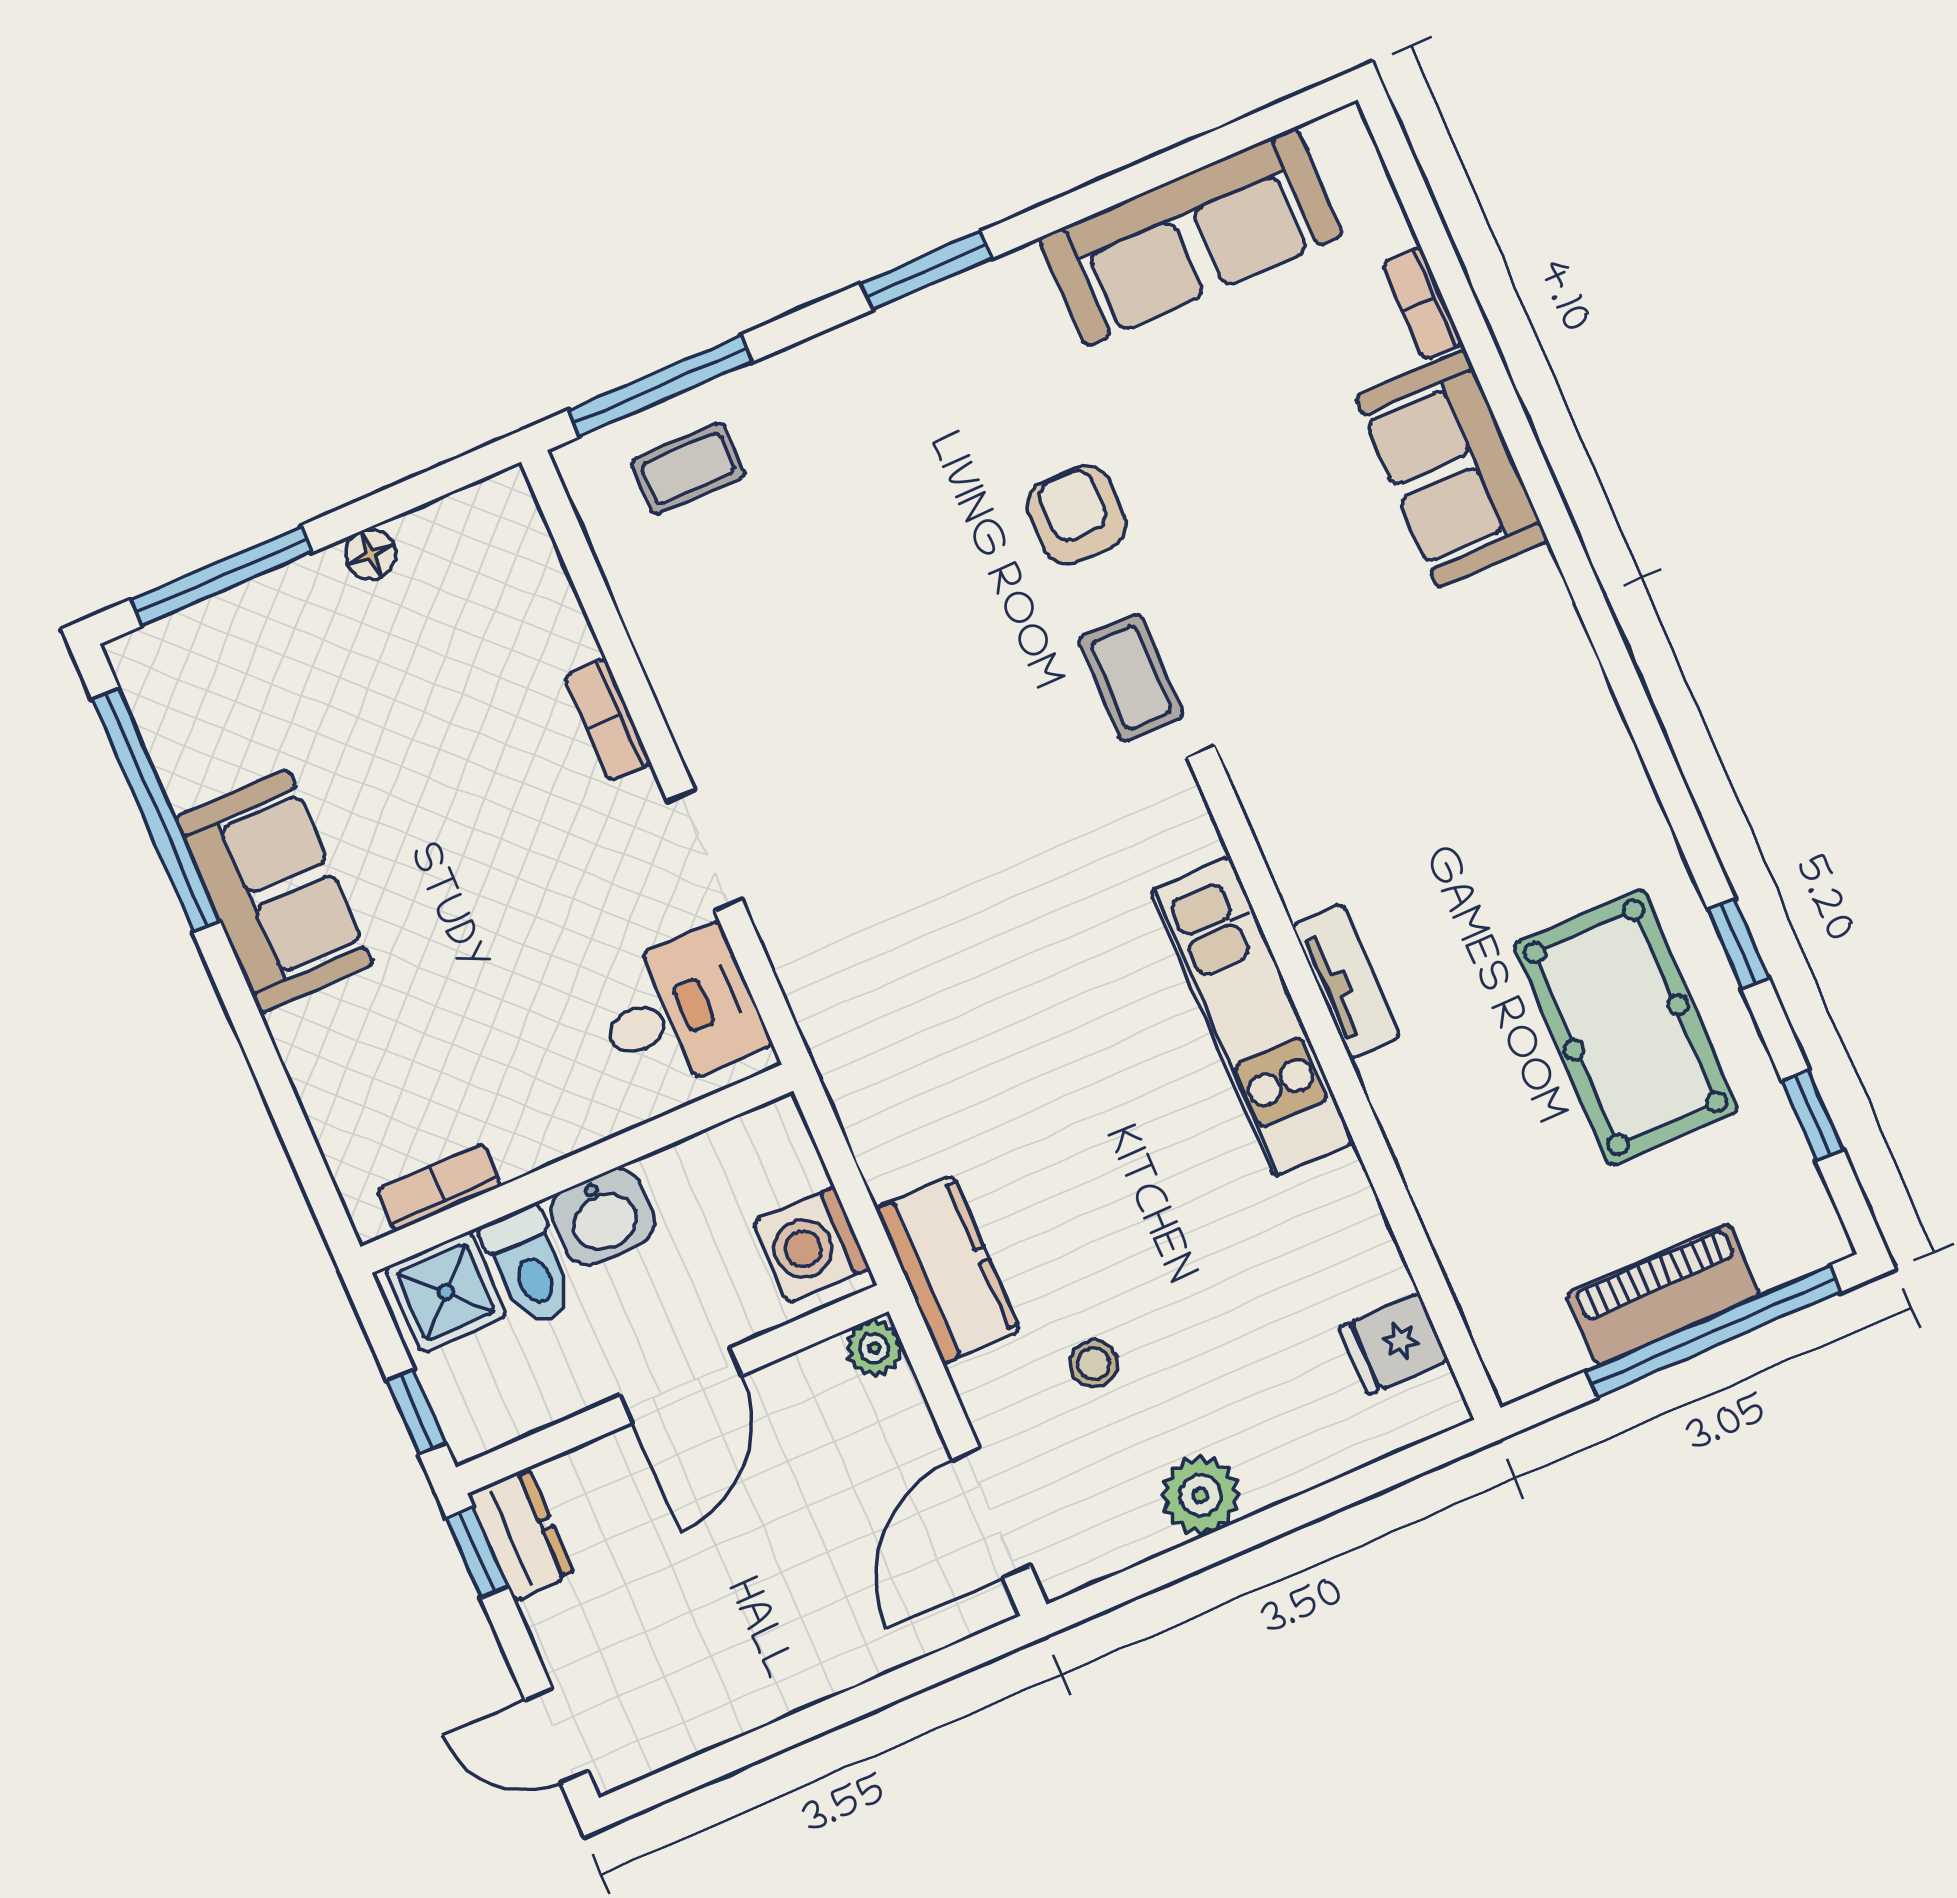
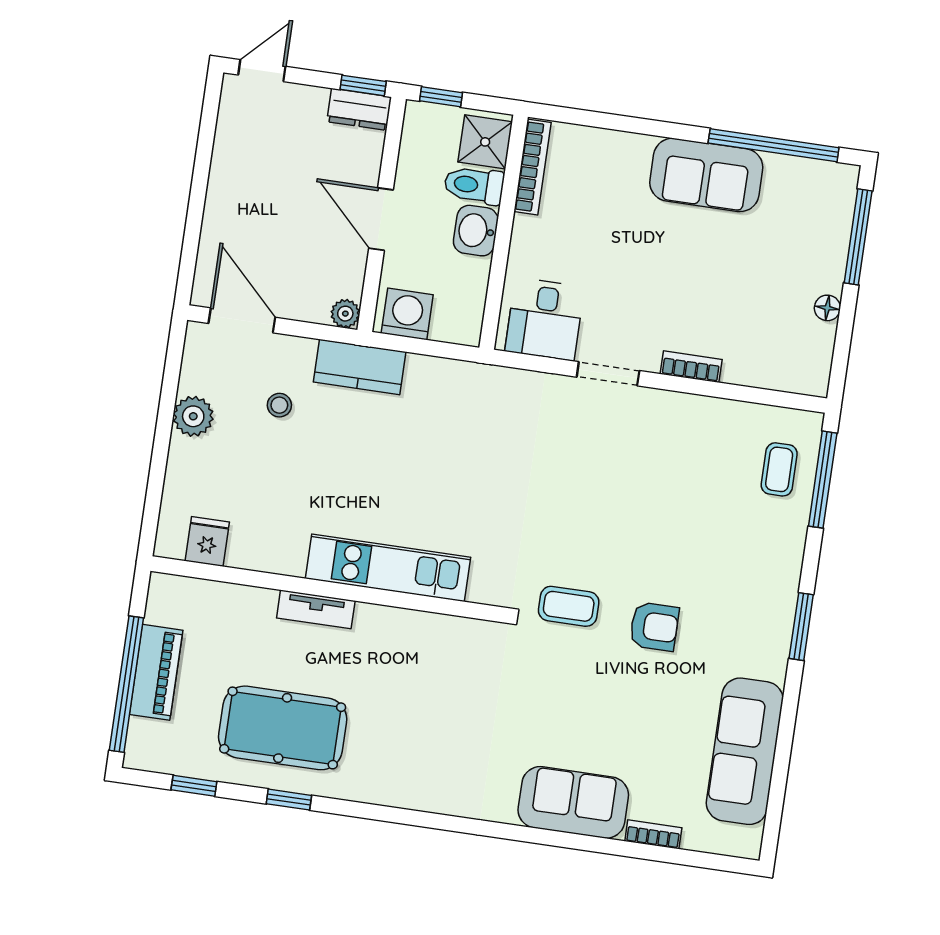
tv unit: (1346, 981) -> (316, 609), moved
bookcase: (439, 1188) -> (533, 167), width x1.56

